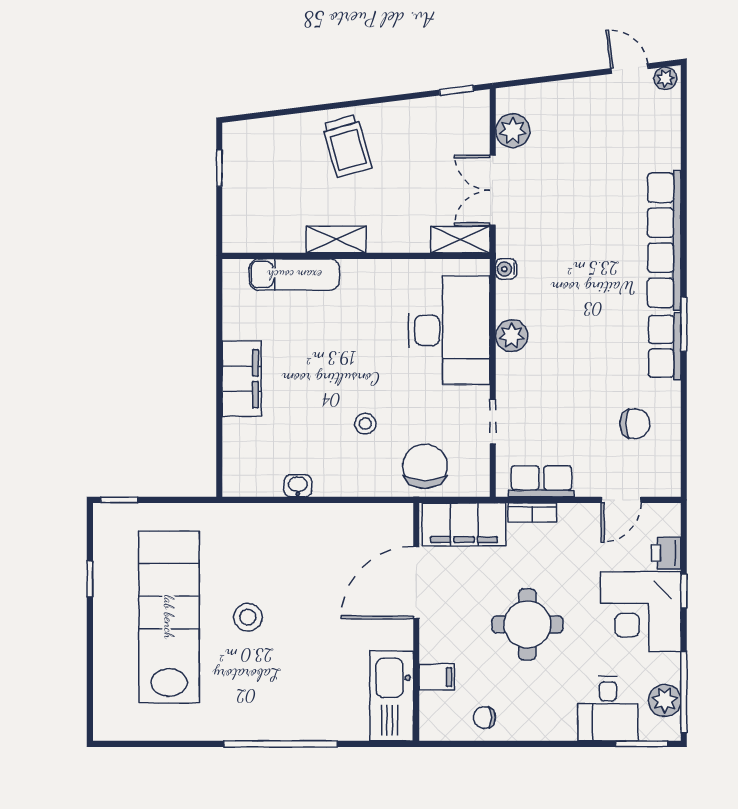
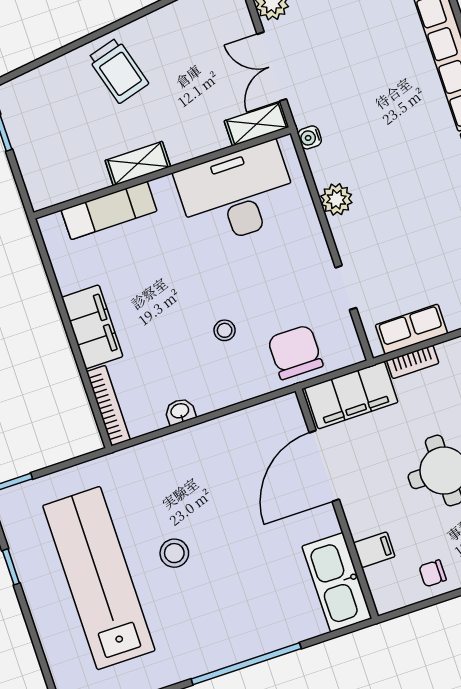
desk: (449, 330) -> (237, 194), moved, turned -90
bookcase: (232, 458) -> (108, 406), added

